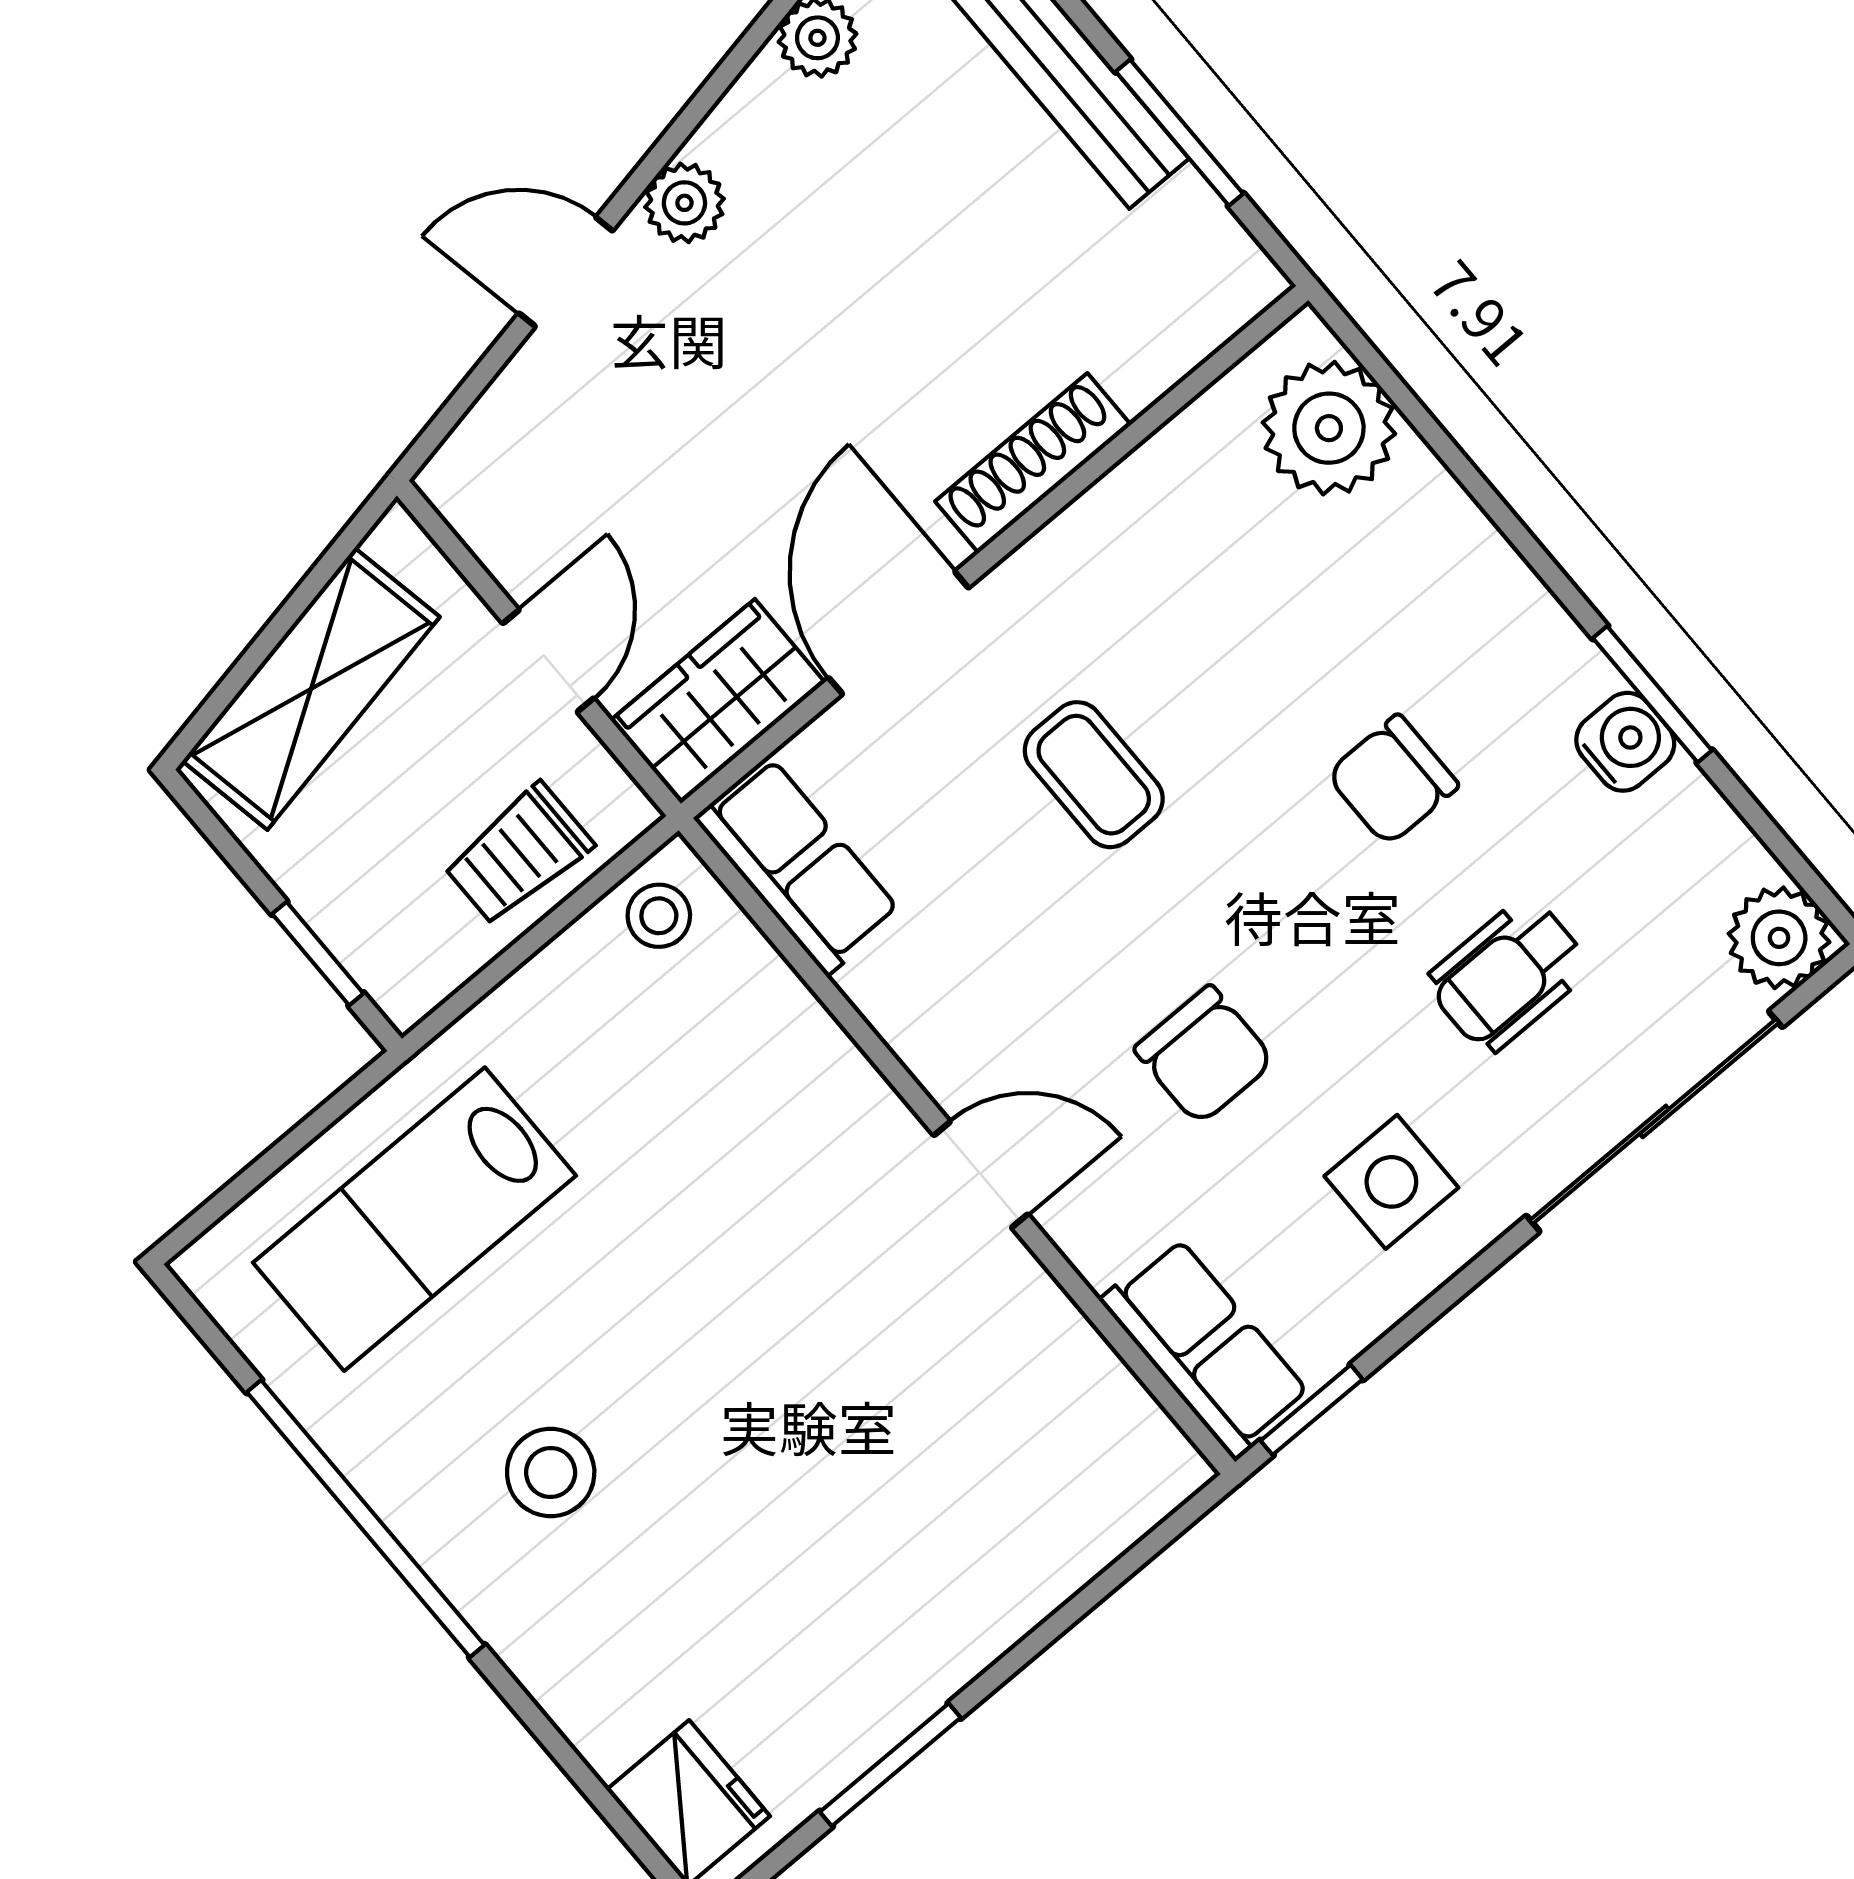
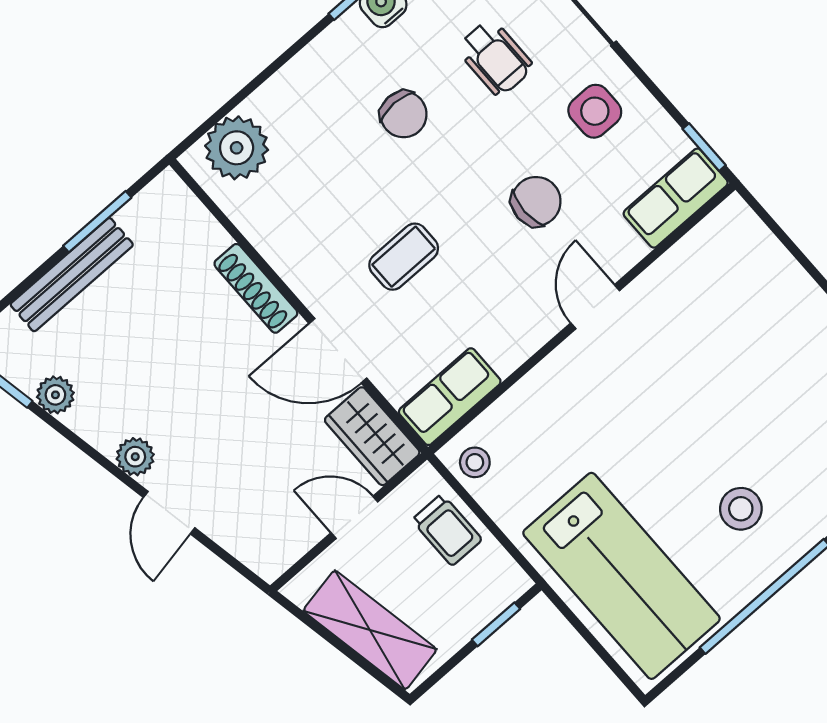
lab bench: (415, 1219) -> (621, 576), width x1.36, depth x1.39

